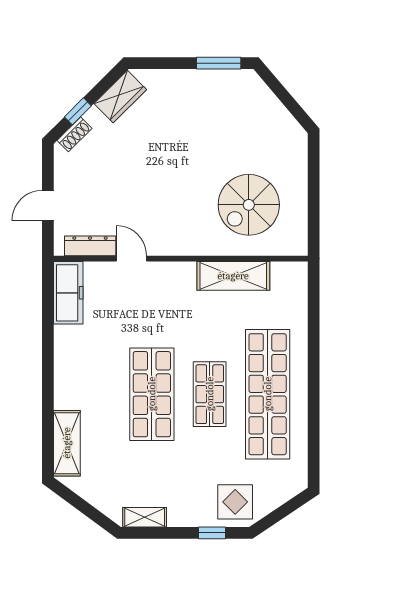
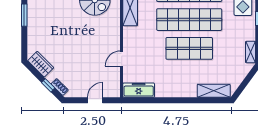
door: (48, 206) -> (95, 100), swing flipped
dresser: (90, 246) -> (115, 79), removed
shop shelf: (210, 394) -> (189, 20), width x2.00, depth x1.36

